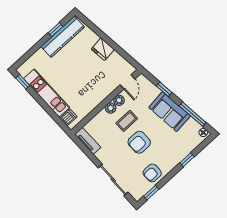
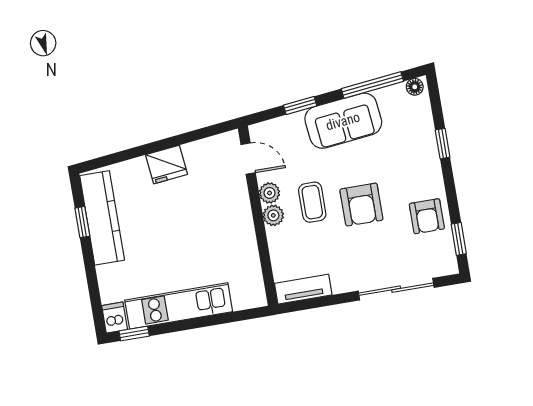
dishwasher: (68, 117) -> (115, 318), moved

